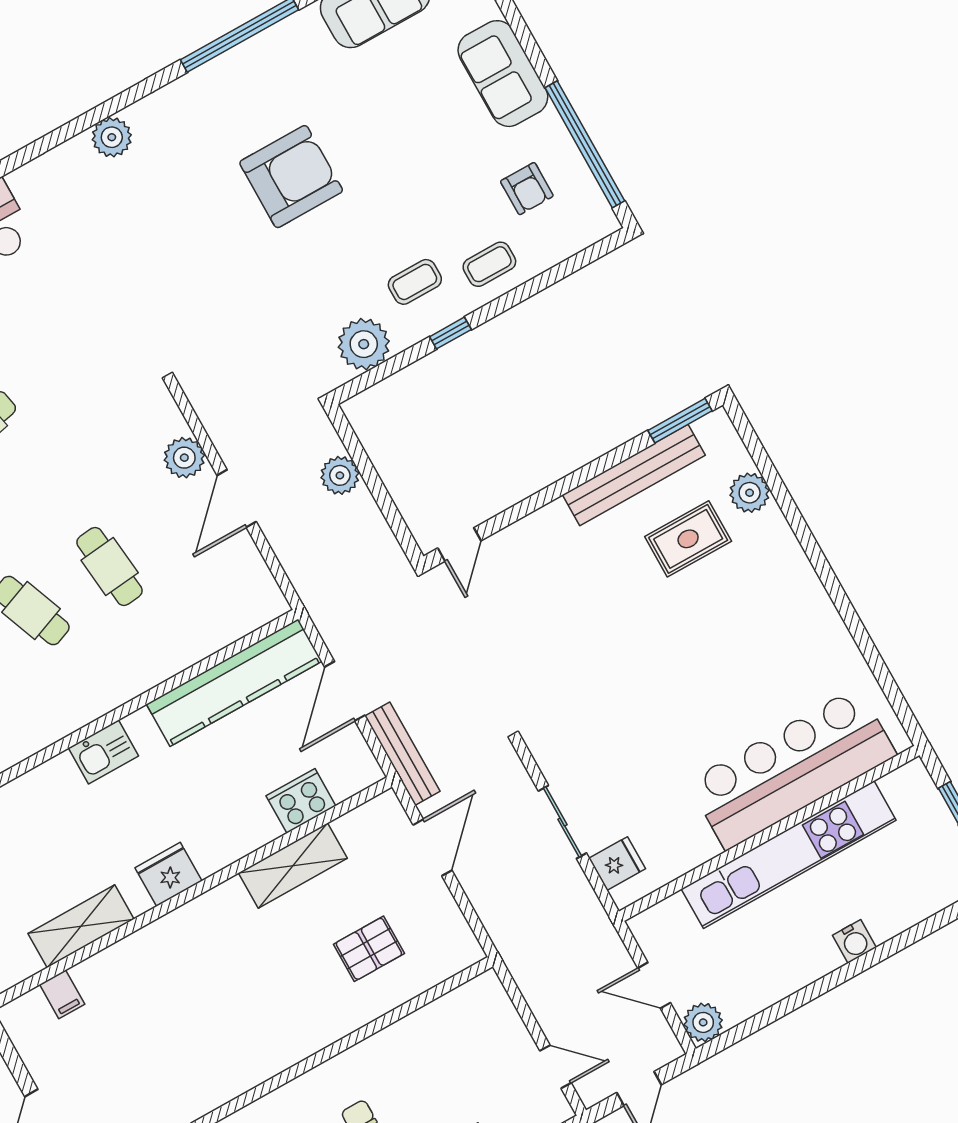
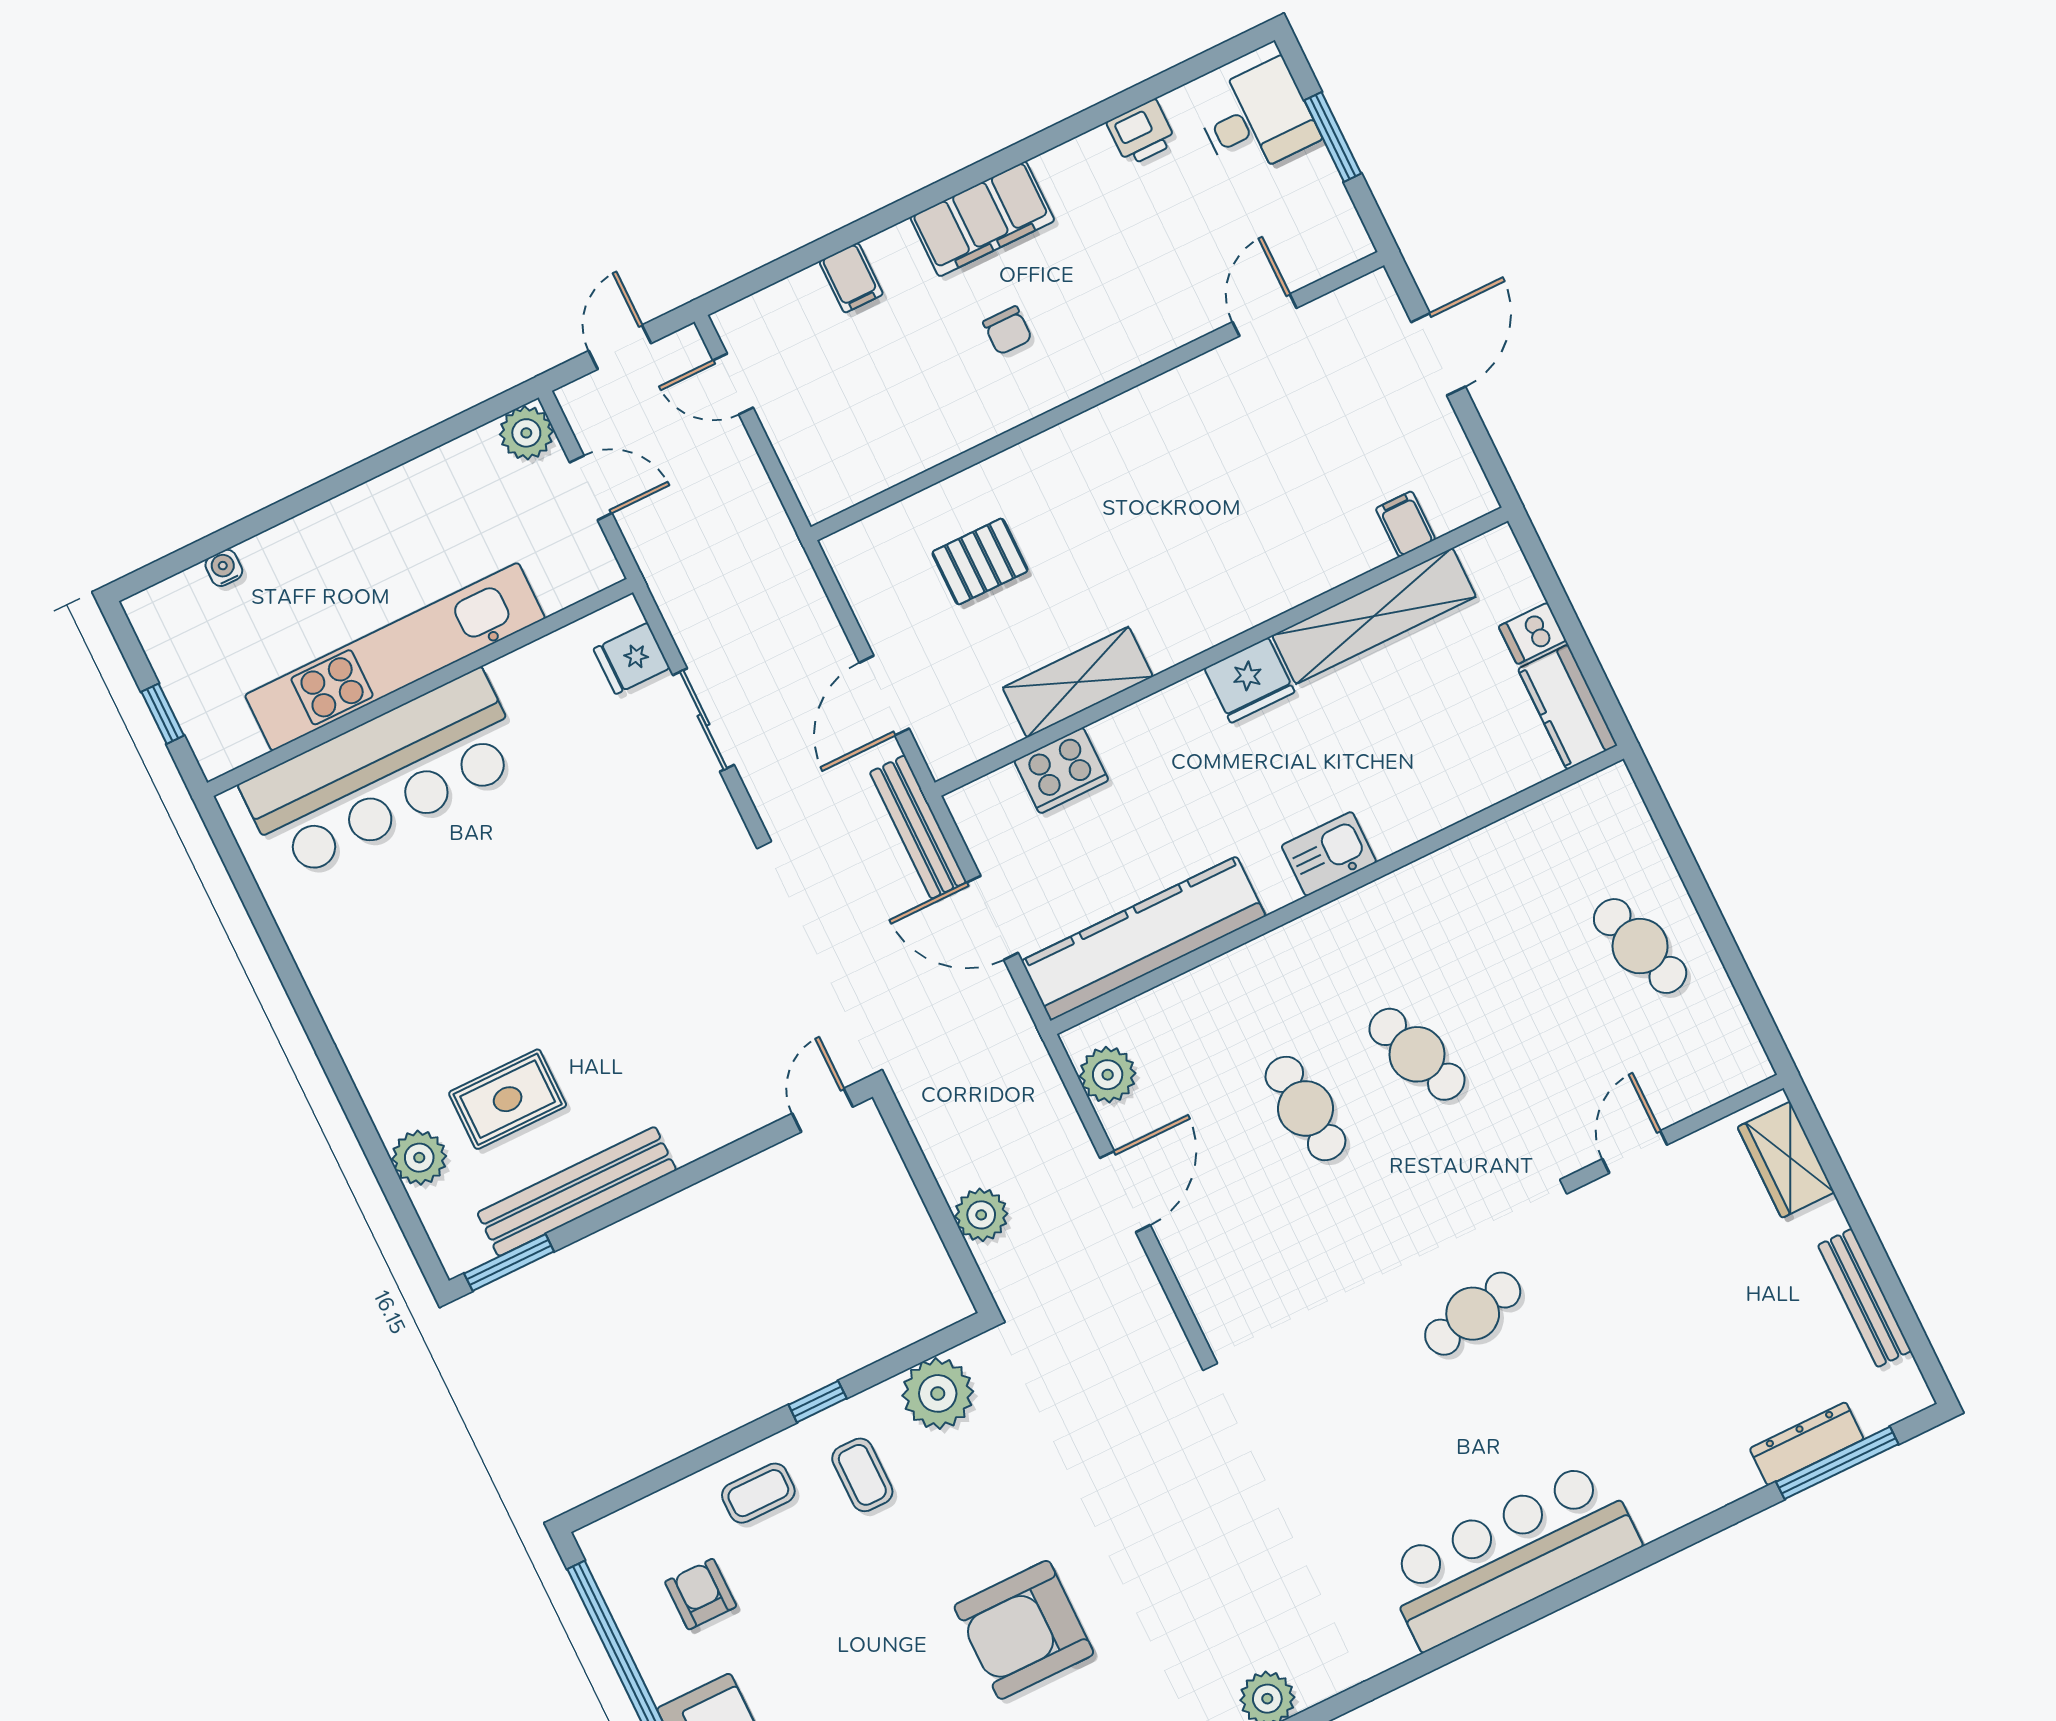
coffee table: (415, 282) -> (862, 1475), turned 90
plant: (184, 458) -> (1108, 1075), moved
door: (345, 691) -> (992, 918), swing flipped
shelving: (81, 926) -> (1374, 616), width x1.47
water cooler: (854, 941) -> (224, 568), moved, width x0.72, depth x0.72

